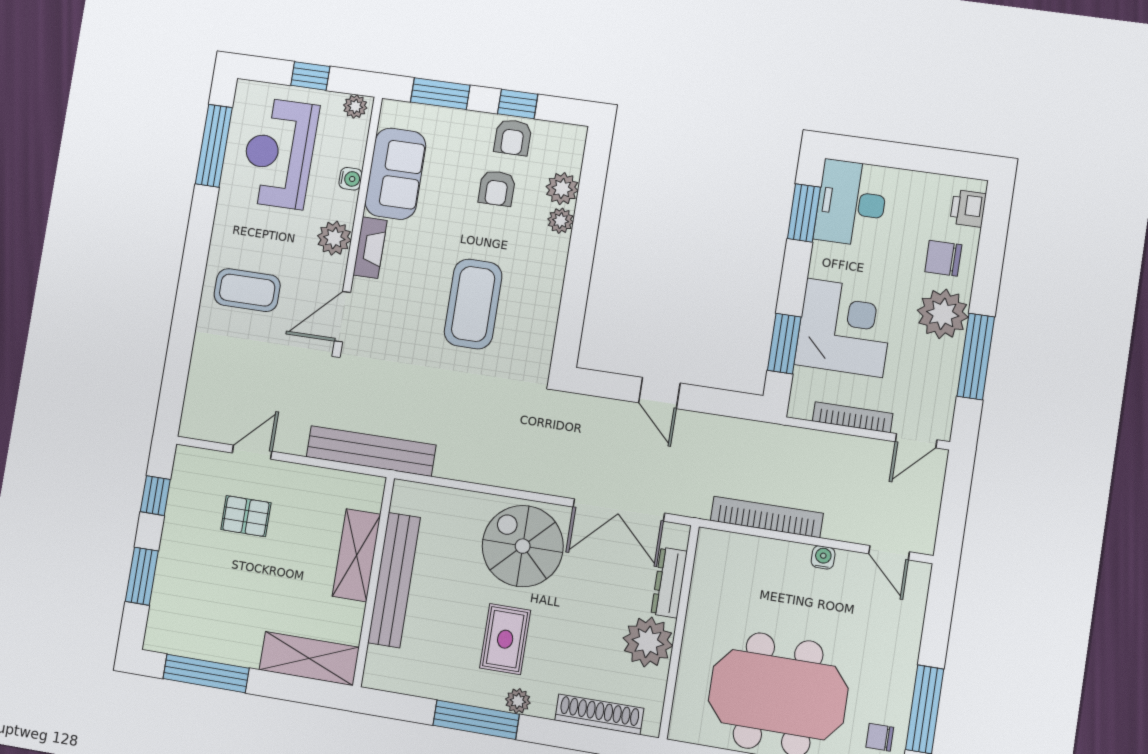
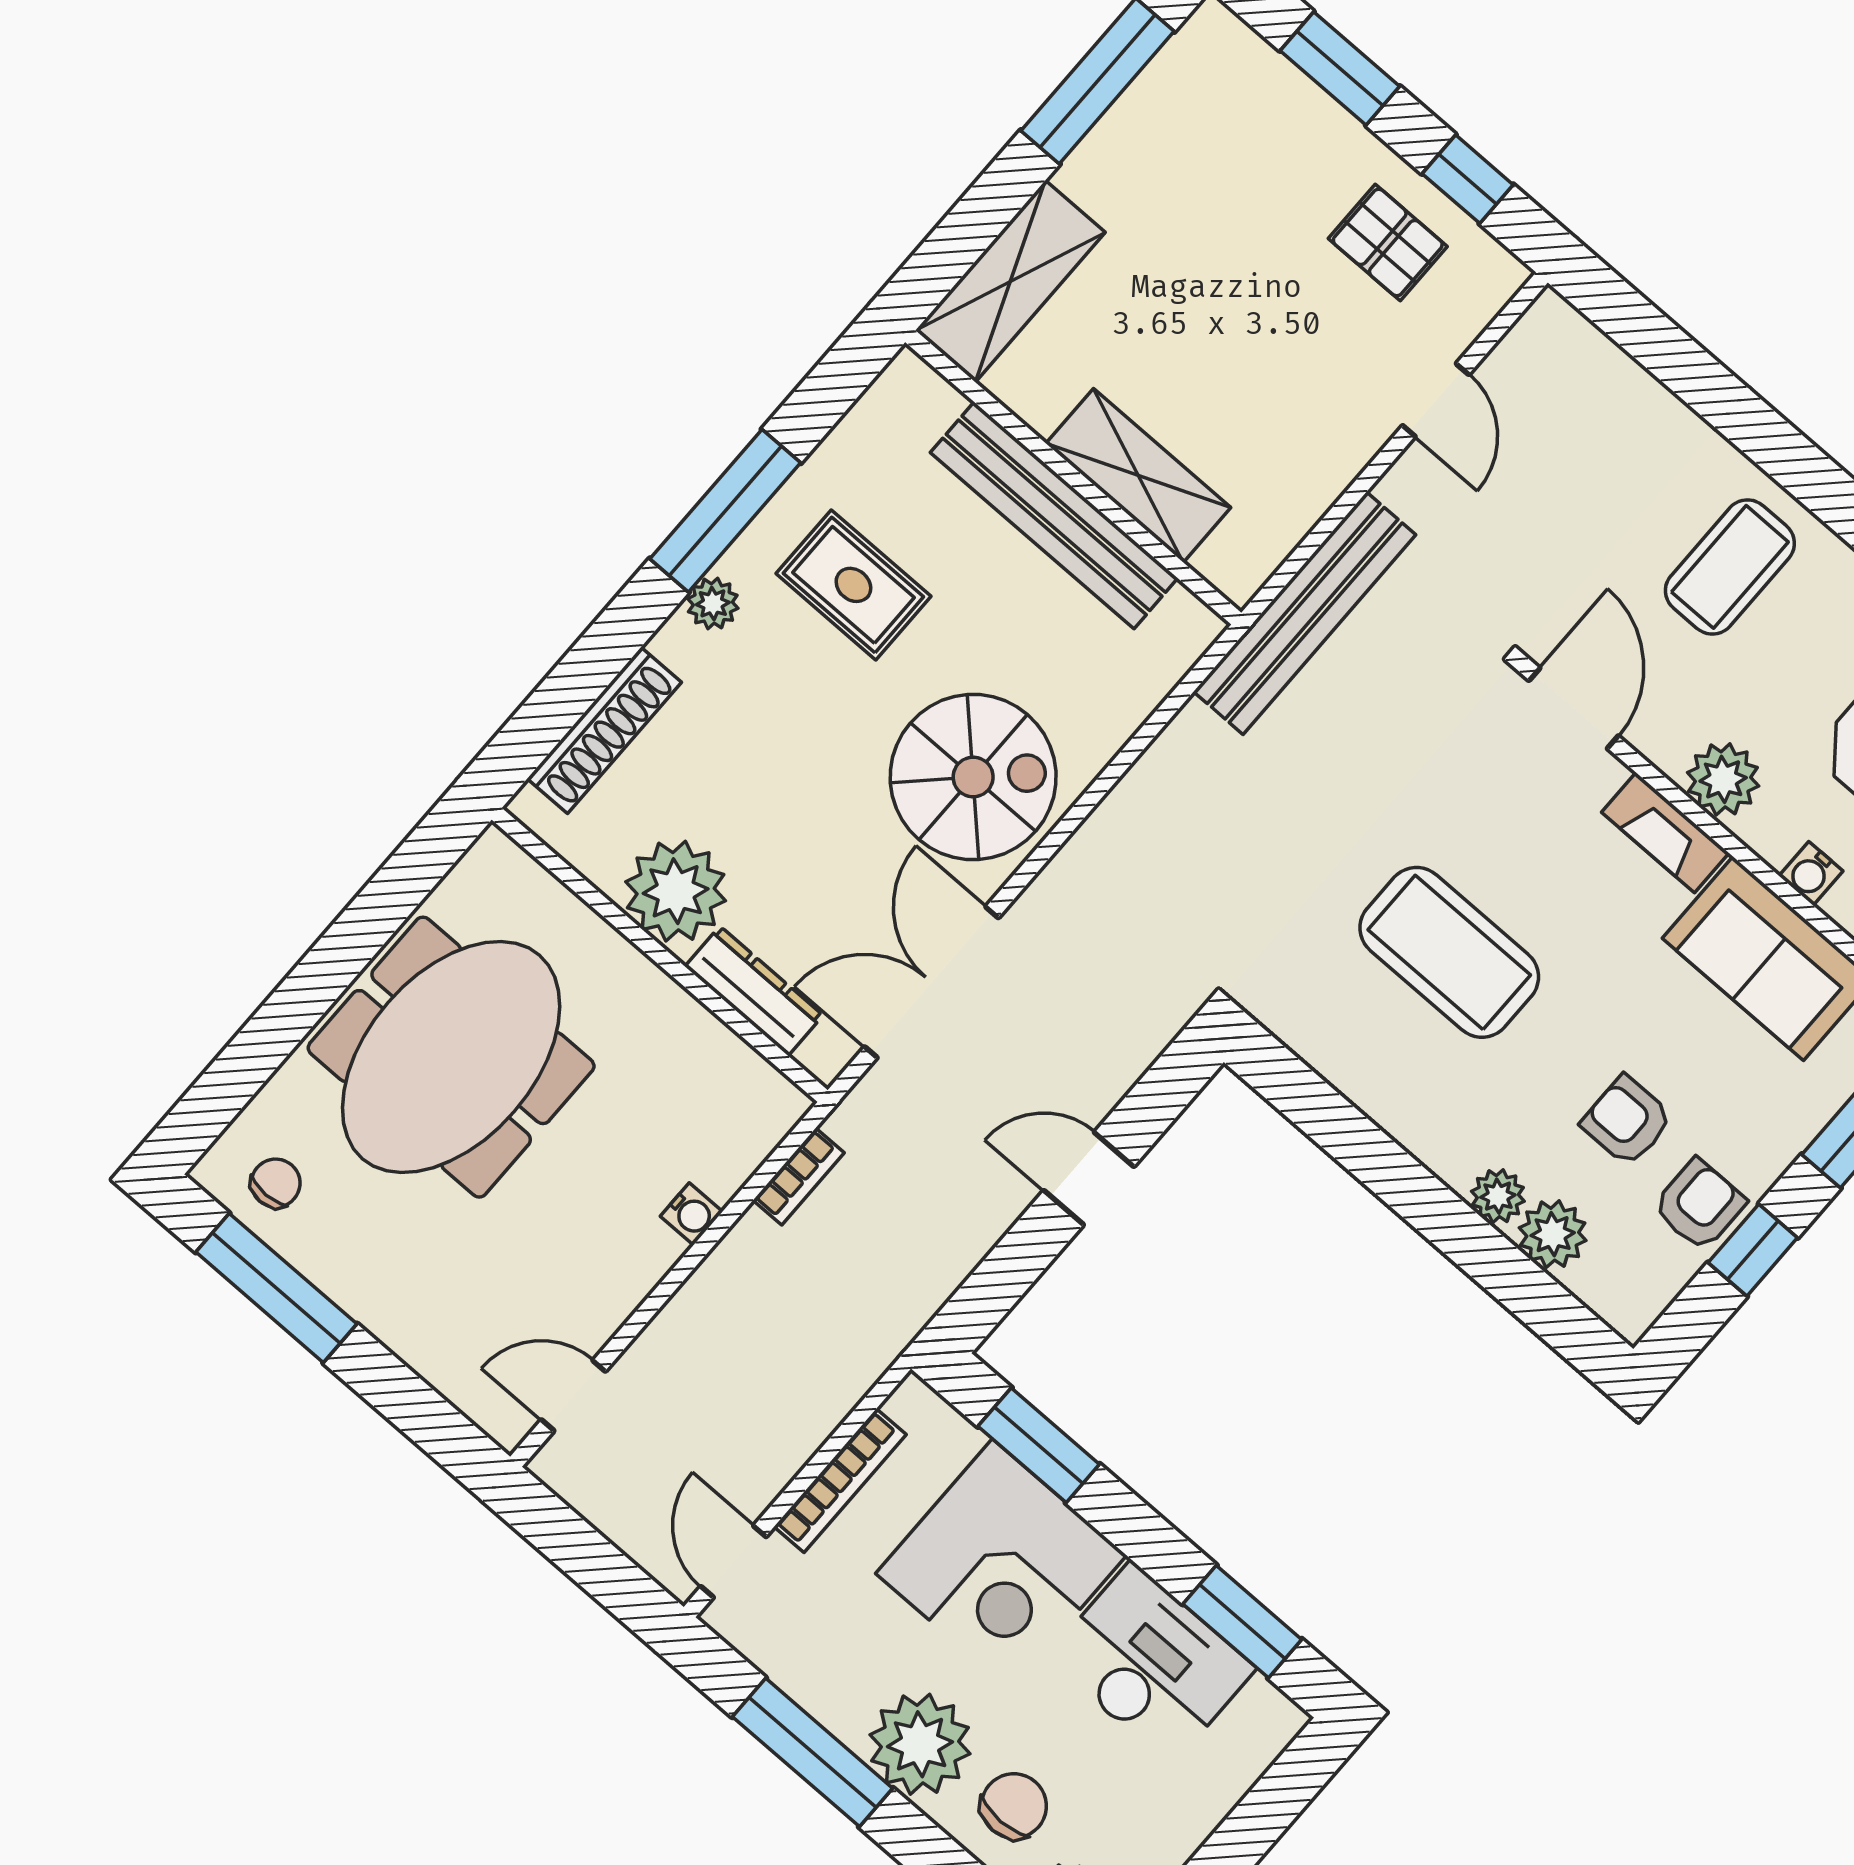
armchair: (513, 137) -> (1699, 1205), turned 90
desk: (851, 203) -> (1151, 1663), moved
pallet: (246, 516) -> (1388, 243), moved, turned 90
bookcase: (767, 517) -> (799, 1176), width x0.43, depth x0.76
water cooler: (823, 557) -> (691, 1214), moved
rug: (505, 639) -> (853, 585), moved

